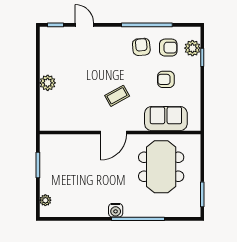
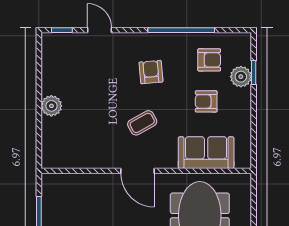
armchair: (141, 47) -> (151, 72), moved
plant: (192, 48) -> (241, 77), moved
door: (113, 133) -> (138, 171), hinge flipped

